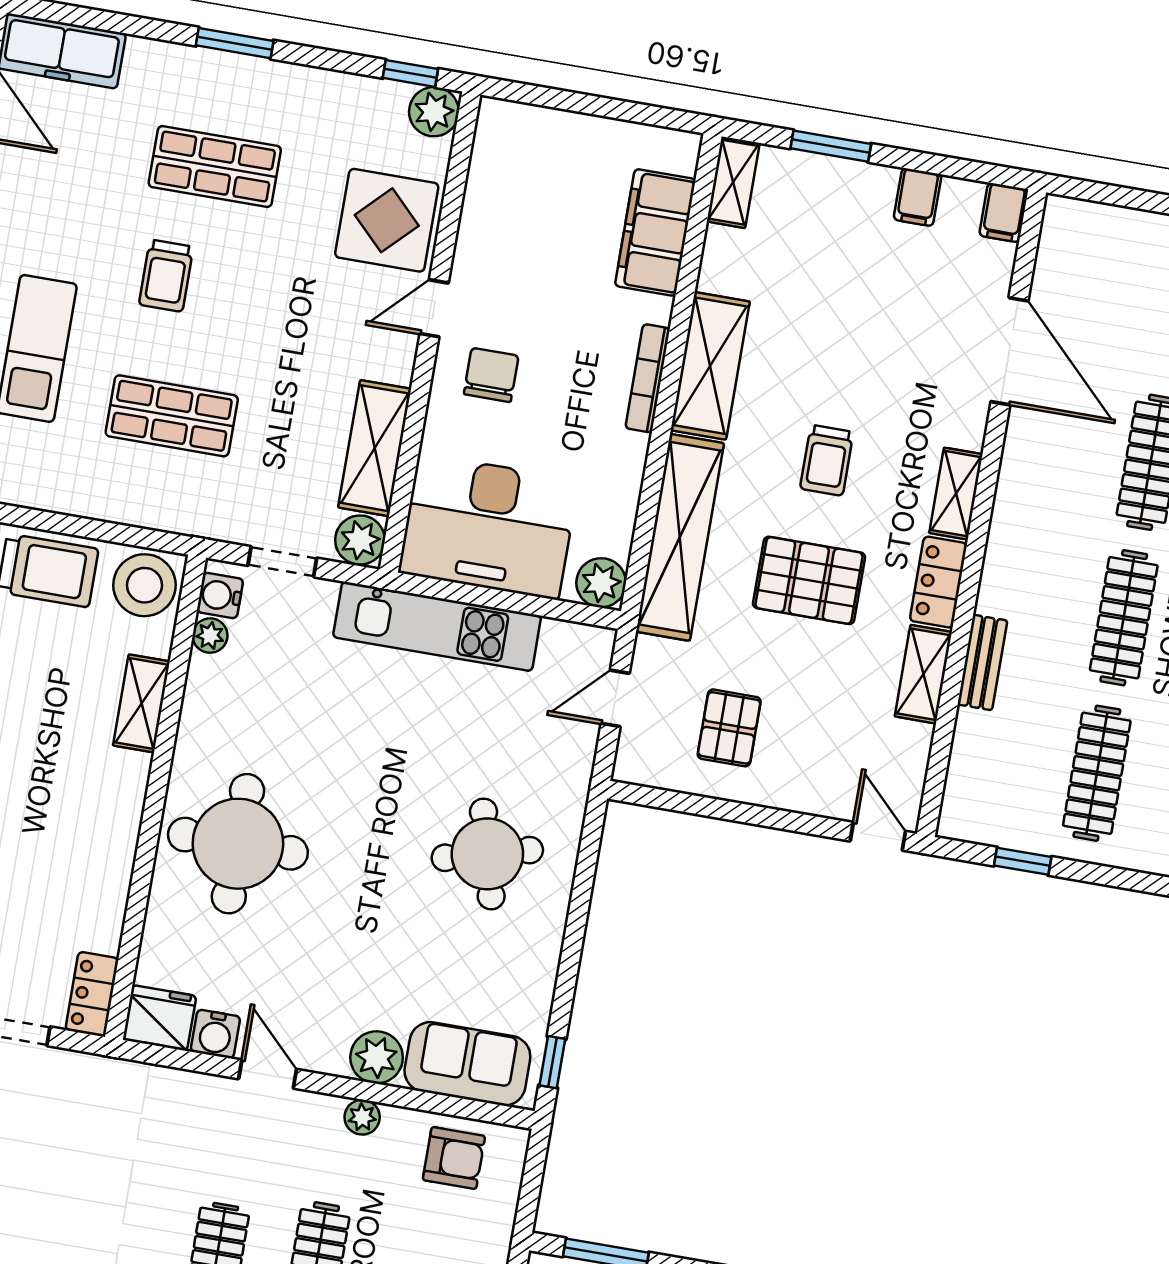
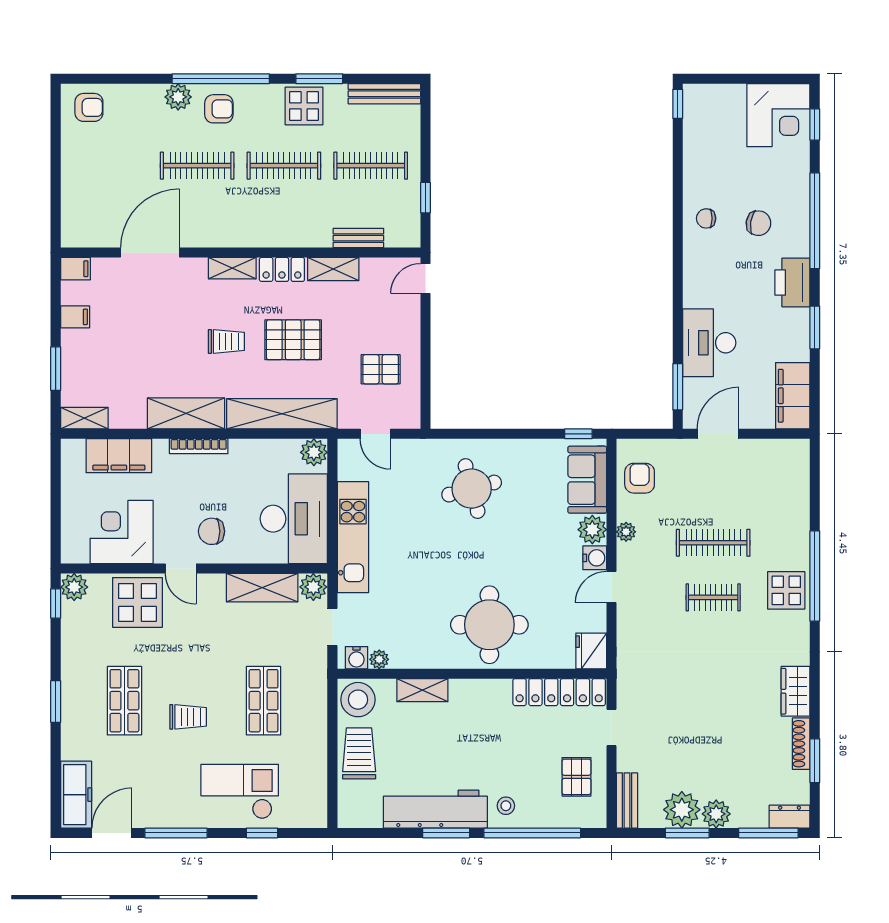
corner desk: (518, 214) -> (122, 532), added
pallet: (809, 580) -> (293, 340), turned 90
bench: (982, 662) -> (358, 238), moved
locker: (92, 994) -> (559, 692), width x2.16, depth x1.21
water cooler: (215, 1034) -> (595, 558), moved

